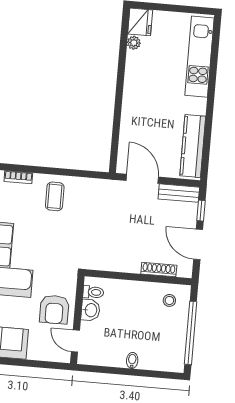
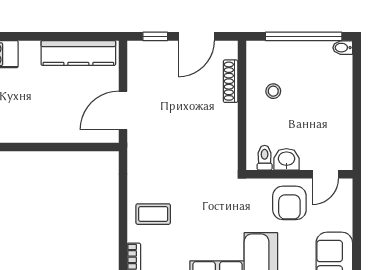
bench: (179, 193) -> (136, 65), removed
stool: (169, 300) -> (273, 91), moved
armchair: (54, 309) -> (289, 203), turned 90
bidet: (132, 360) -> (343, 48), moved

